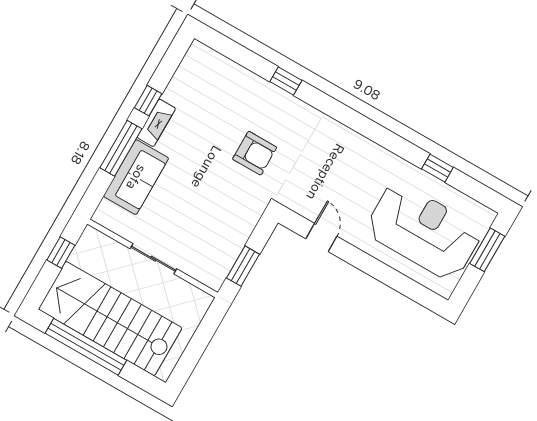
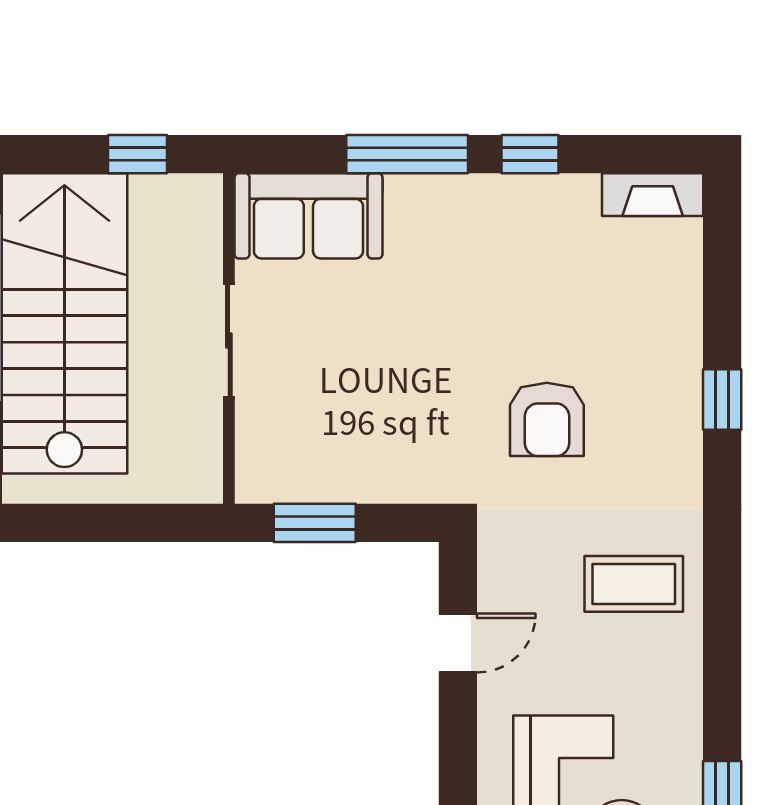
fireplace: (156, 123) -> (653, 195), moved
coffee table: (338, 156) -> (634, 584), added
sofa: (136, 177) -> (308, 216), moved

